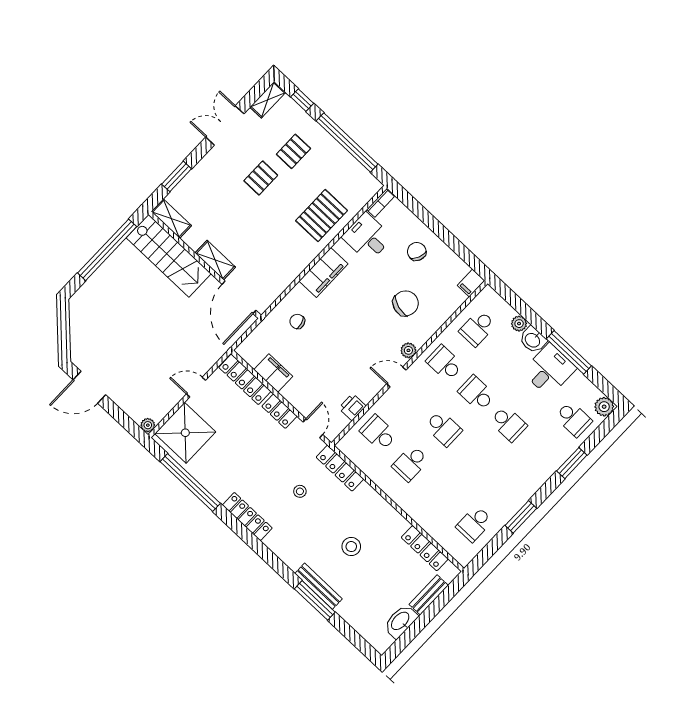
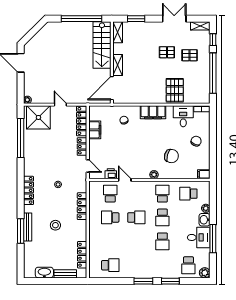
pallet: (322, 216) -> (175, 90), turned 90
door: (396, 377) -> (125, 180), moved
school desk: (476, 393) -> (162, 217), turned 180
door: (313, 428) -> (88, 166), hinge flipped
school desk: (443, 428) -> (136, 217), turned -90
locker: (340, 468) -> (82, 206), moved
locker: (247, 517) -> (28, 190), moved
window: (521, 517) -> (143, 281), moved
school desk: (474, 524) -> (110, 265), turned 180

